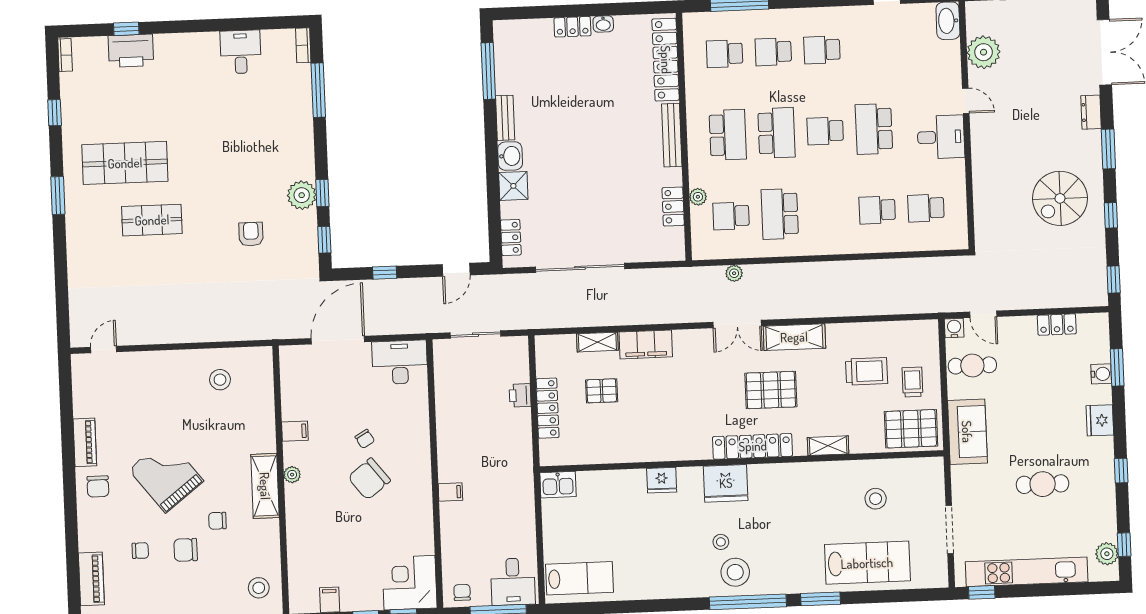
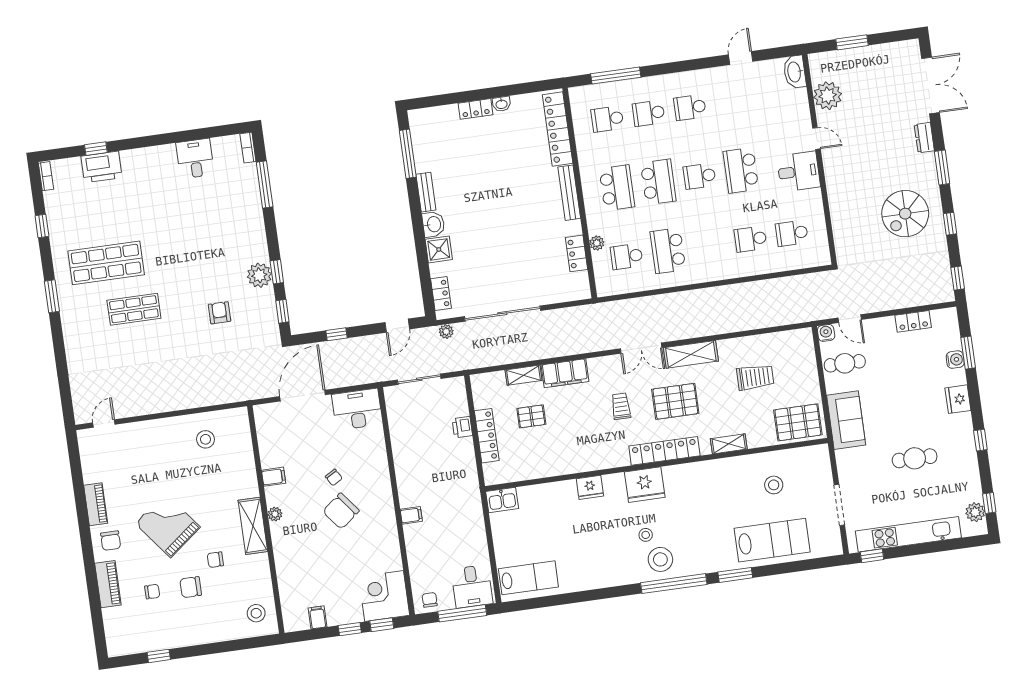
plant: (734, 273) -> (446, 331), moved
trolley: (913, 382) -> (621, 406), moved
piano: (91, 579) -> (108, 584), moved

